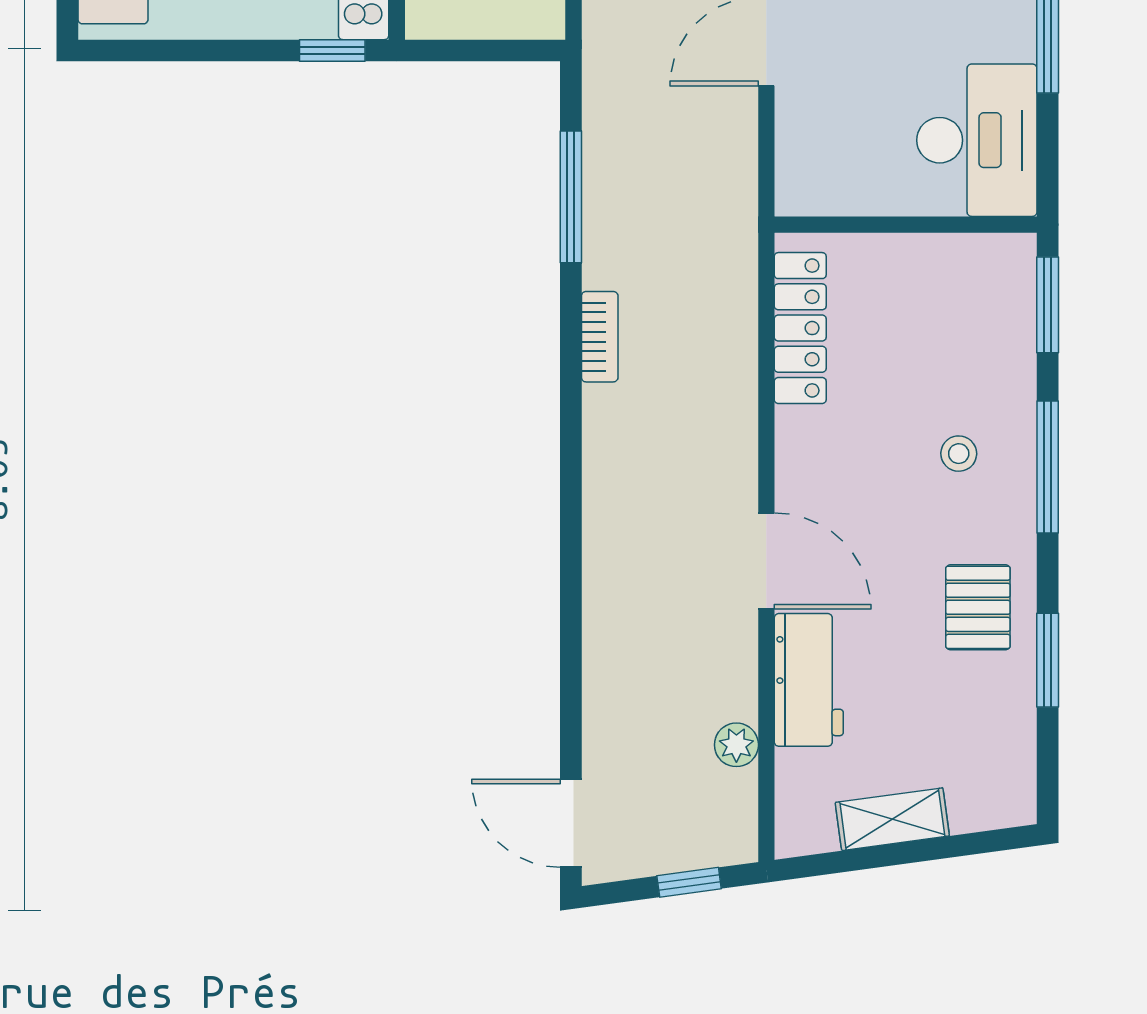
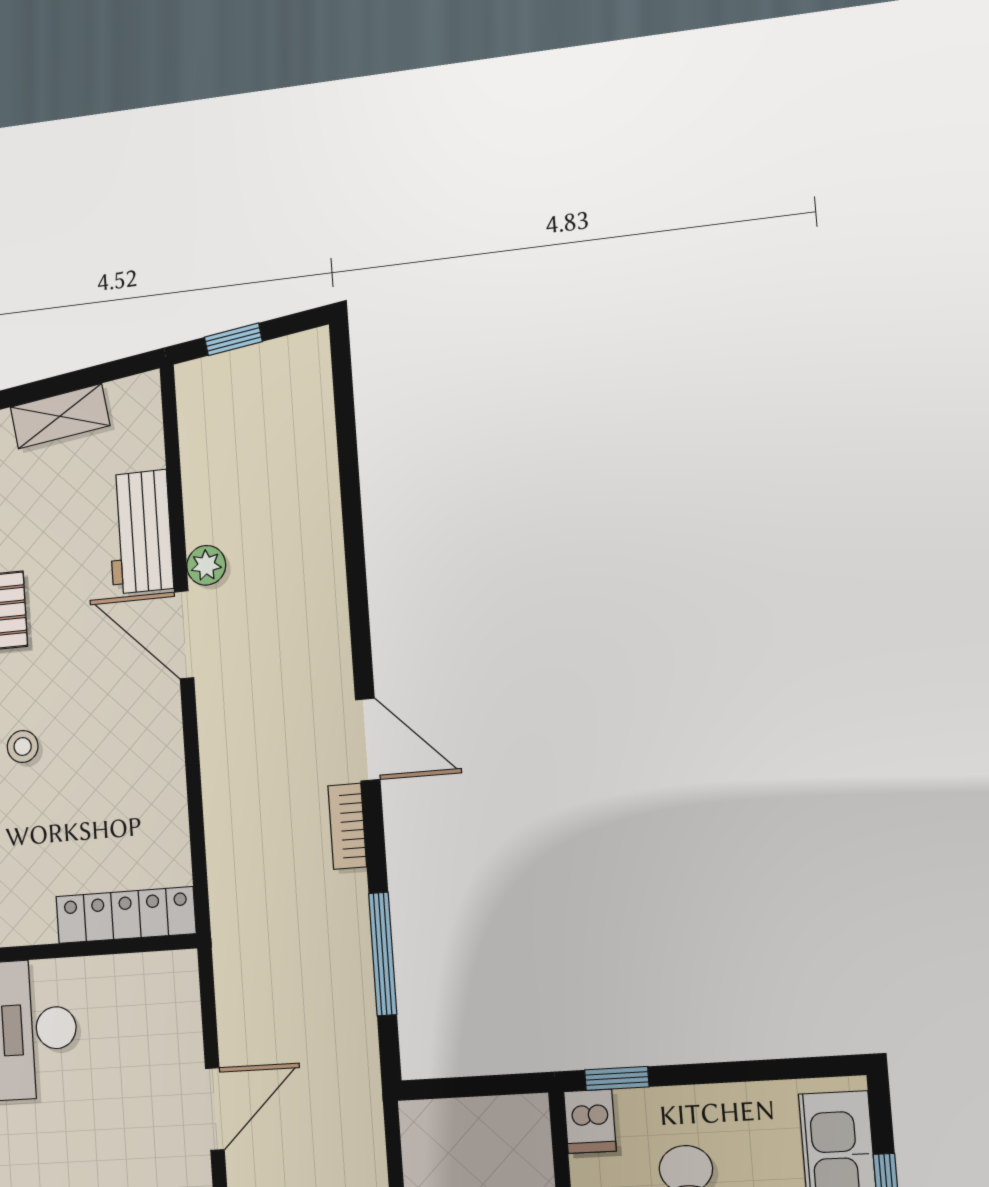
locker: (800, 328) -> (126, 915), moved, turned 90
plant: (736, 745) -> (206, 565), moved
door: (571, 823) -> (368, 740), moved

